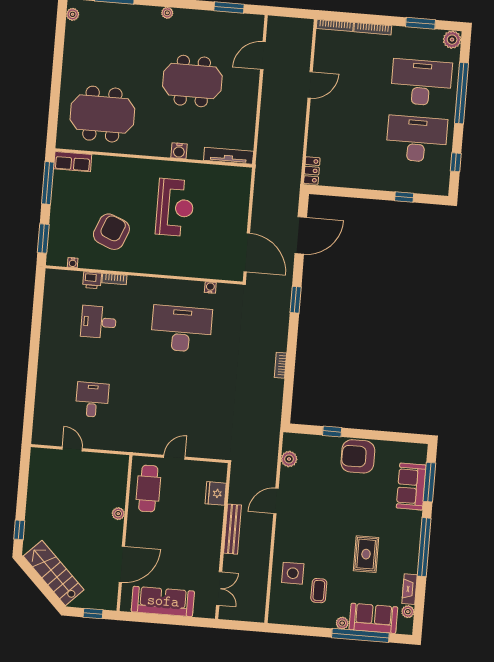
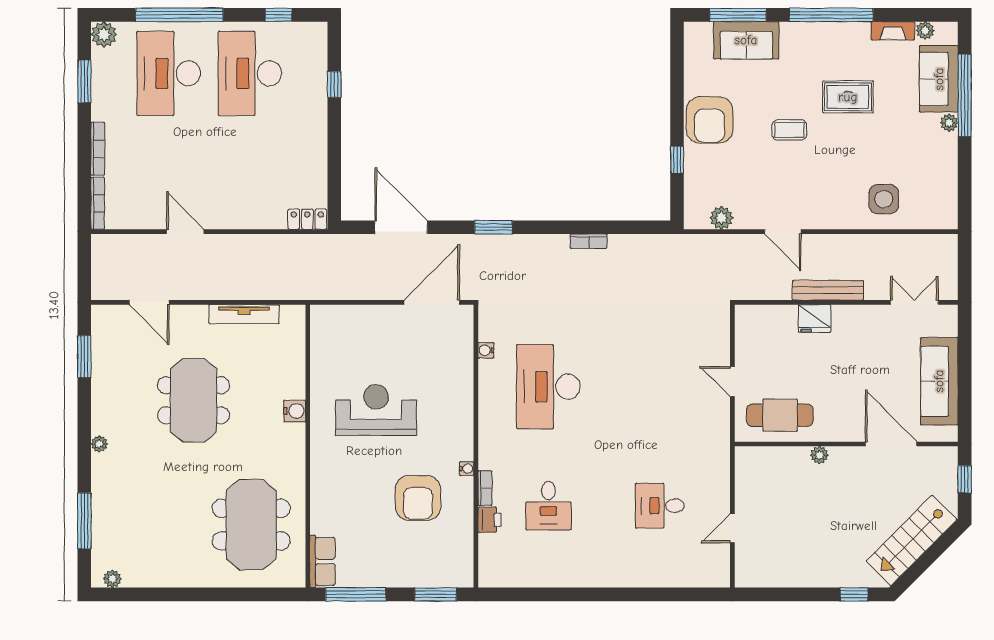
tv unit: (229, 156) -> (244, 314), moved, turned -90
armchair: (111, 232) -> (418, 498), turned -112
water cooler: (73, 263) -> (467, 469), moved
fridge: (216, 493) -> (815, 318), moved
coffee table: (319, 591) -> (789, 130), moved

